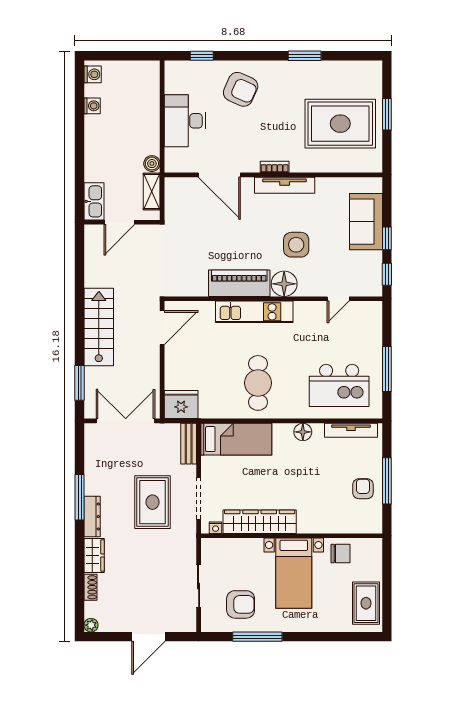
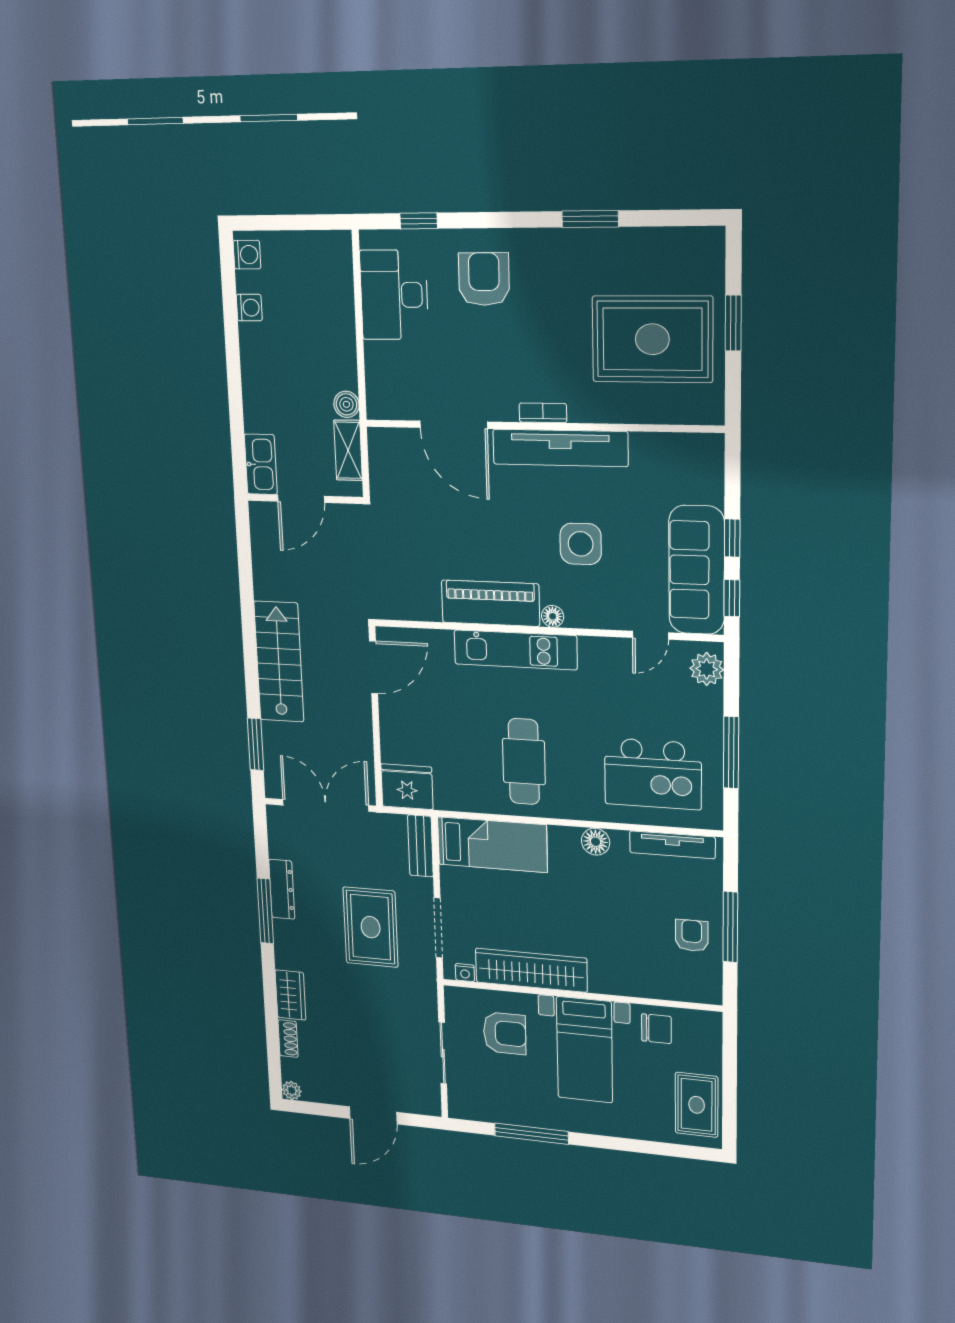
armchair: (241, 89) -> (484, 279), turned -114
desk: (185, 121) -> (394, 295), moved
tv unit: (285, 185) -> (560, 448), width x1.36, depth x1.29
sofa: (366, 222) -> (697, 570), moved, width x1.36
floor lamp: (284, 284) -> (553, 616), width x0.53, depth x0.53
plant: (372, 318) -> (707, 669), added
dresser: (92, 517) -> (282, 889), moved
armchair: (241, 604) -> (505, 1033), moved

